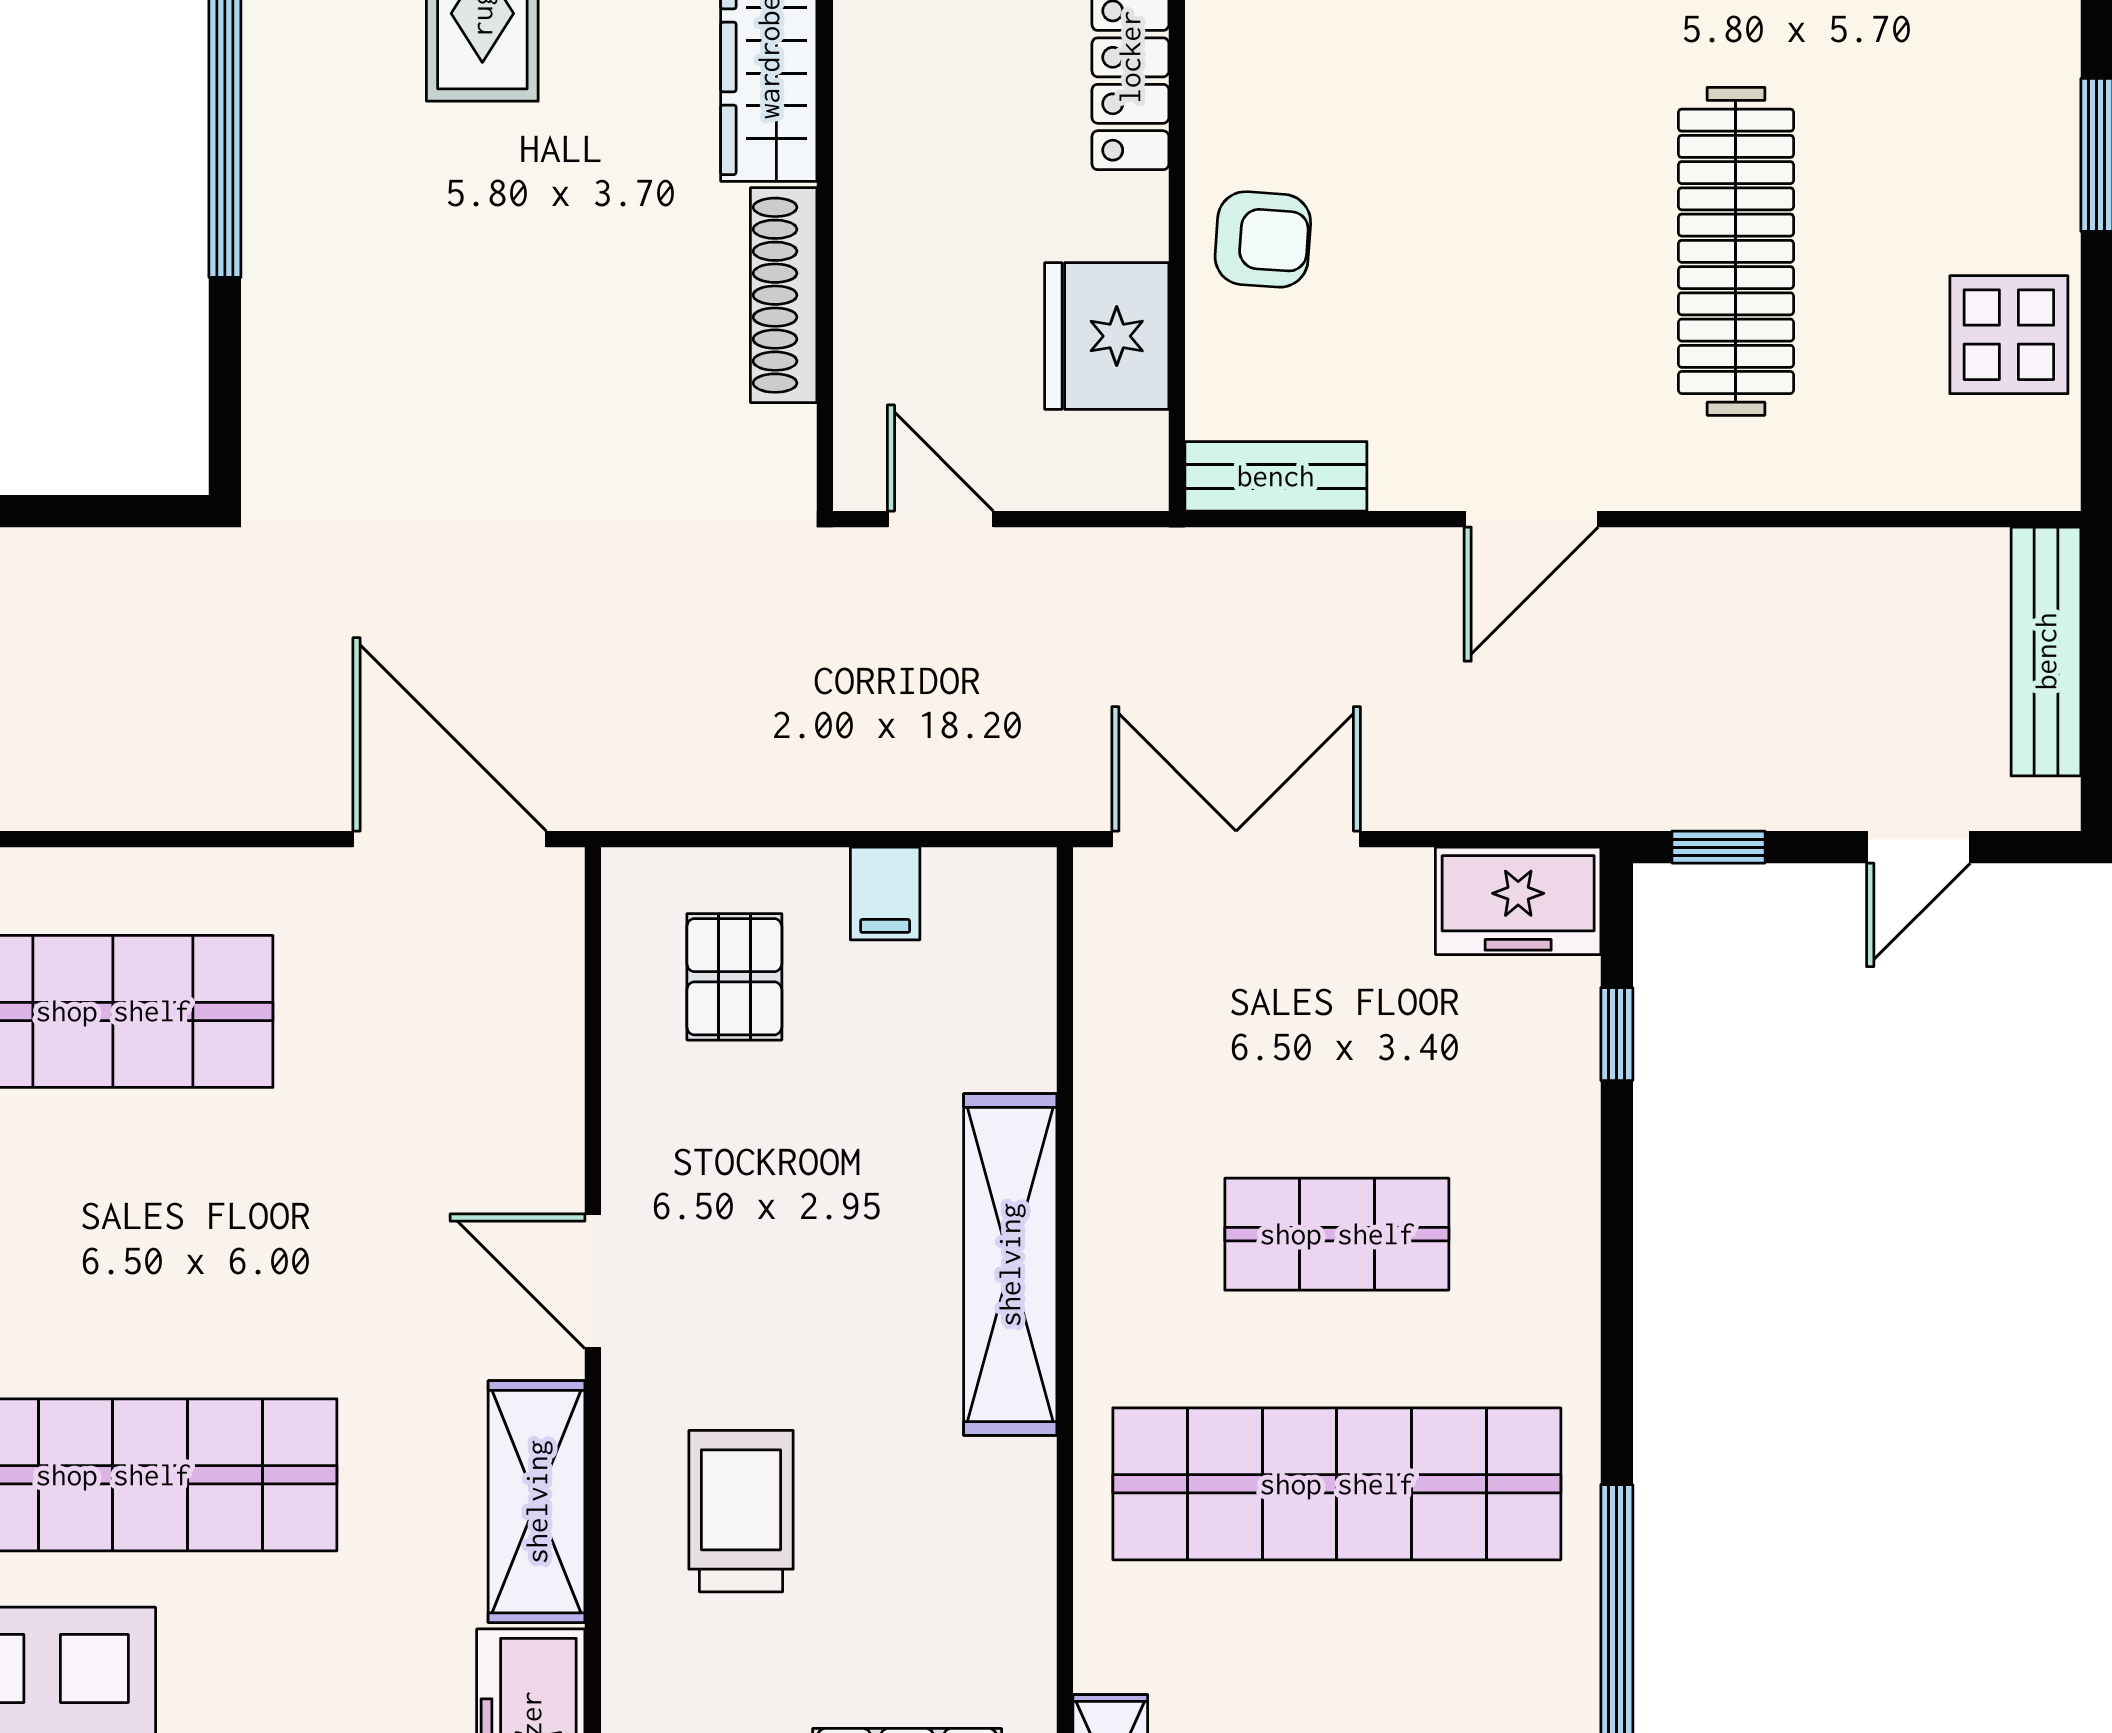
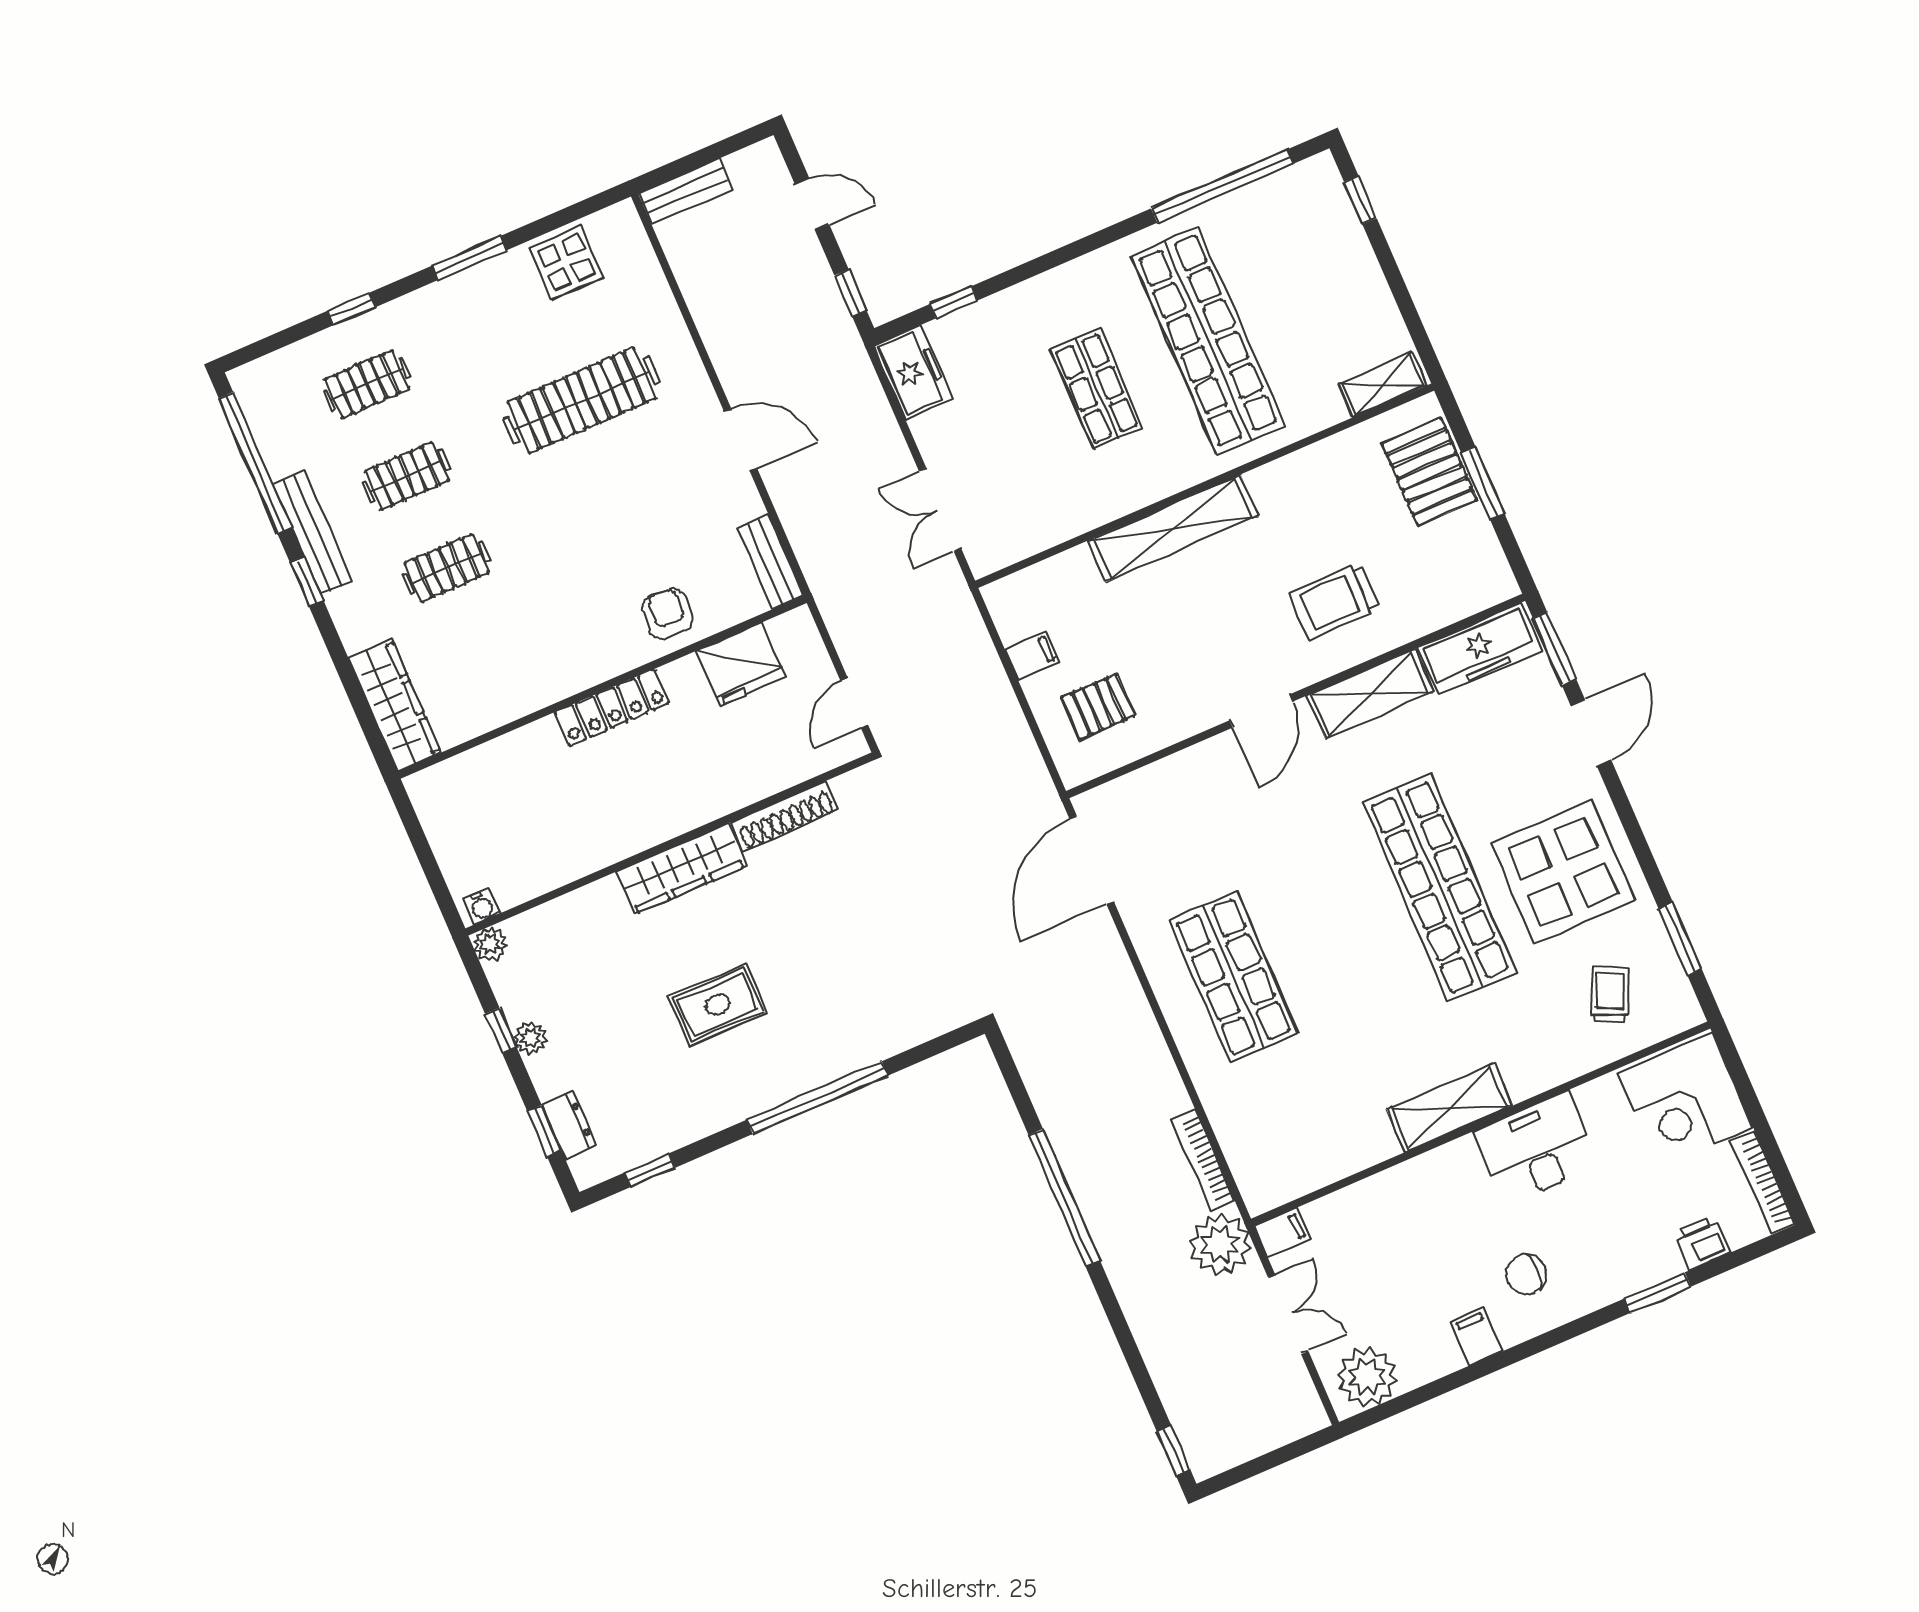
bench: (2046, 651) -> (685, 191), width x0.73
double door: (1236, 839) -> (940, 510), width x0.73

